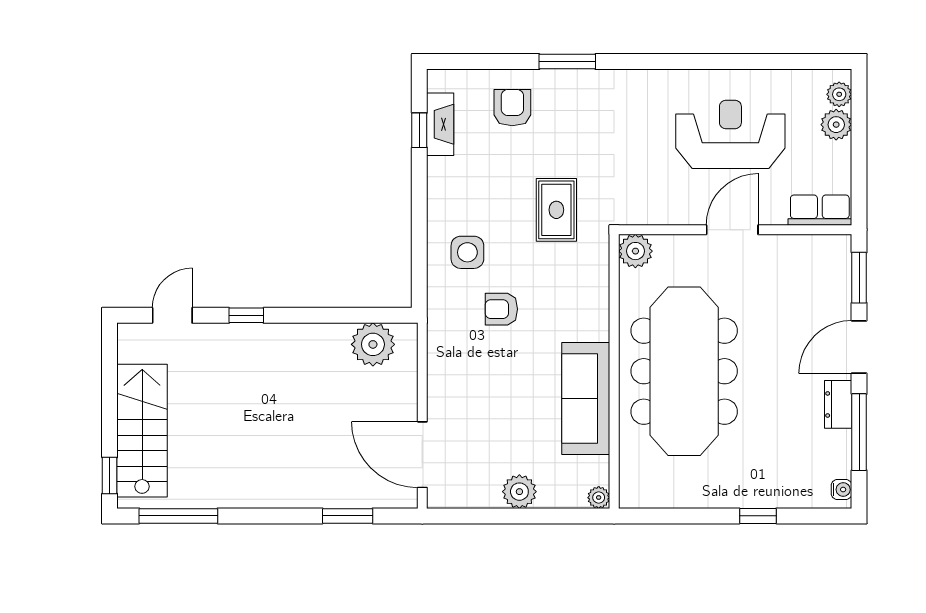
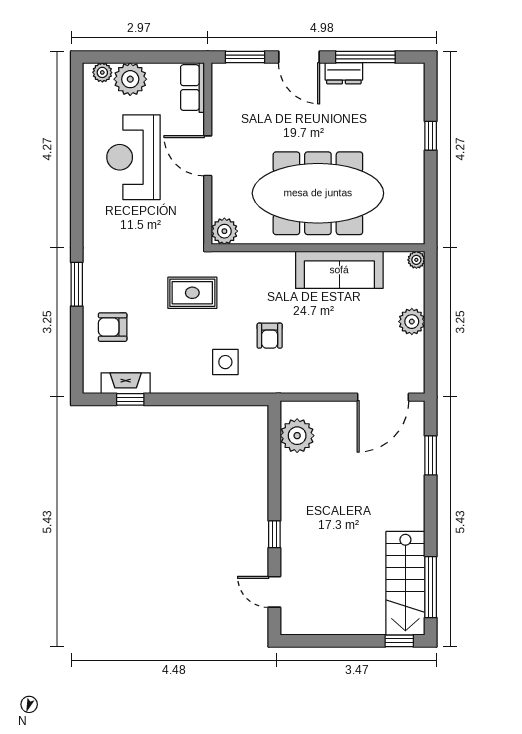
plant: (836, 125) -> (130, 79), width x1.36, depth x1.36
stairs: (142, 431) -> (405, 583), moved, turned -90
water cooler: (842, 490) -> (410, 71), removed

